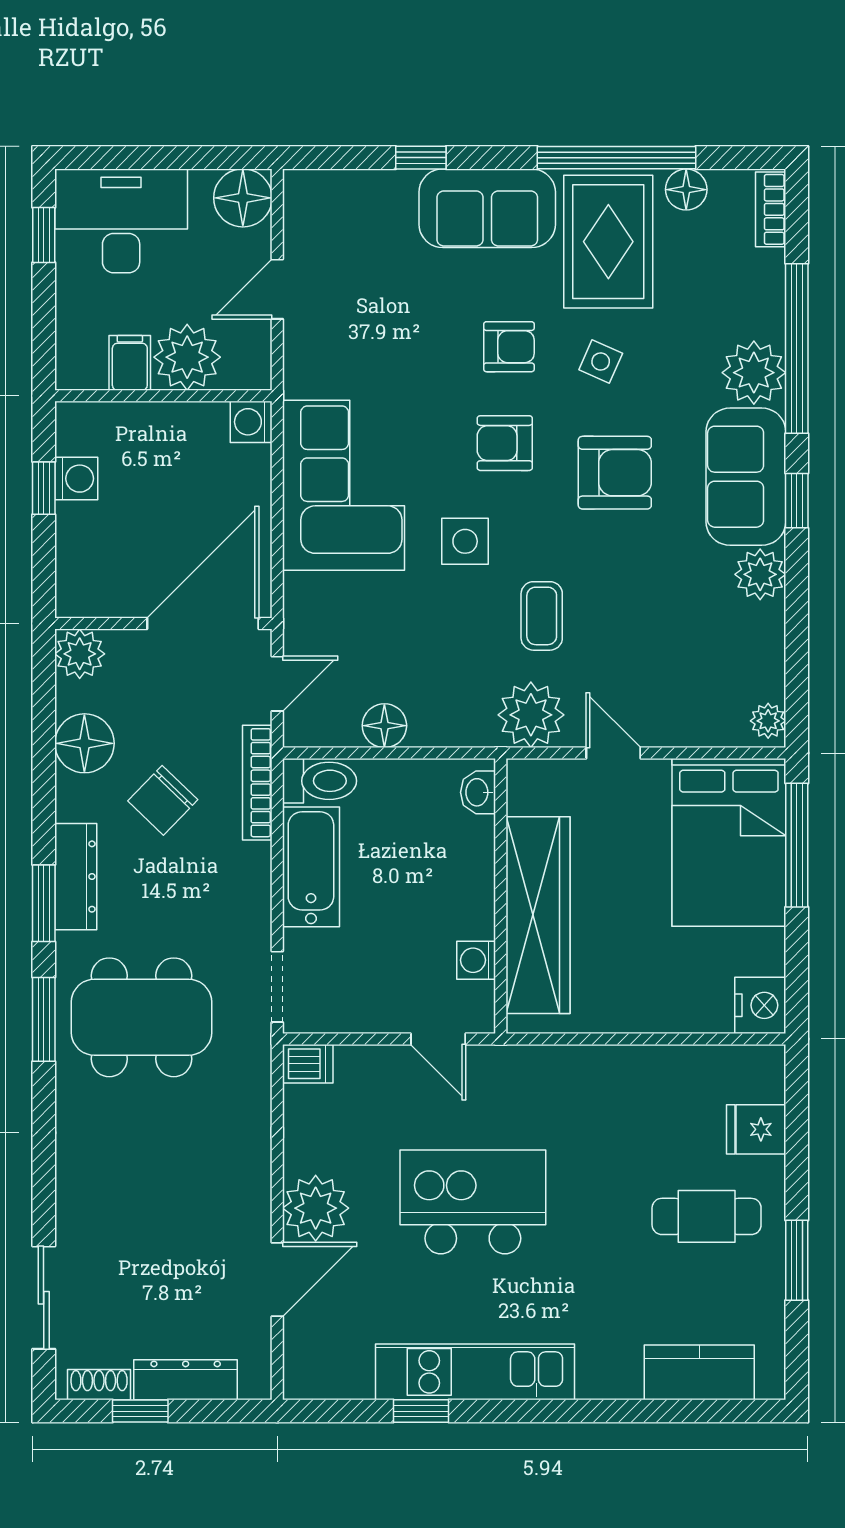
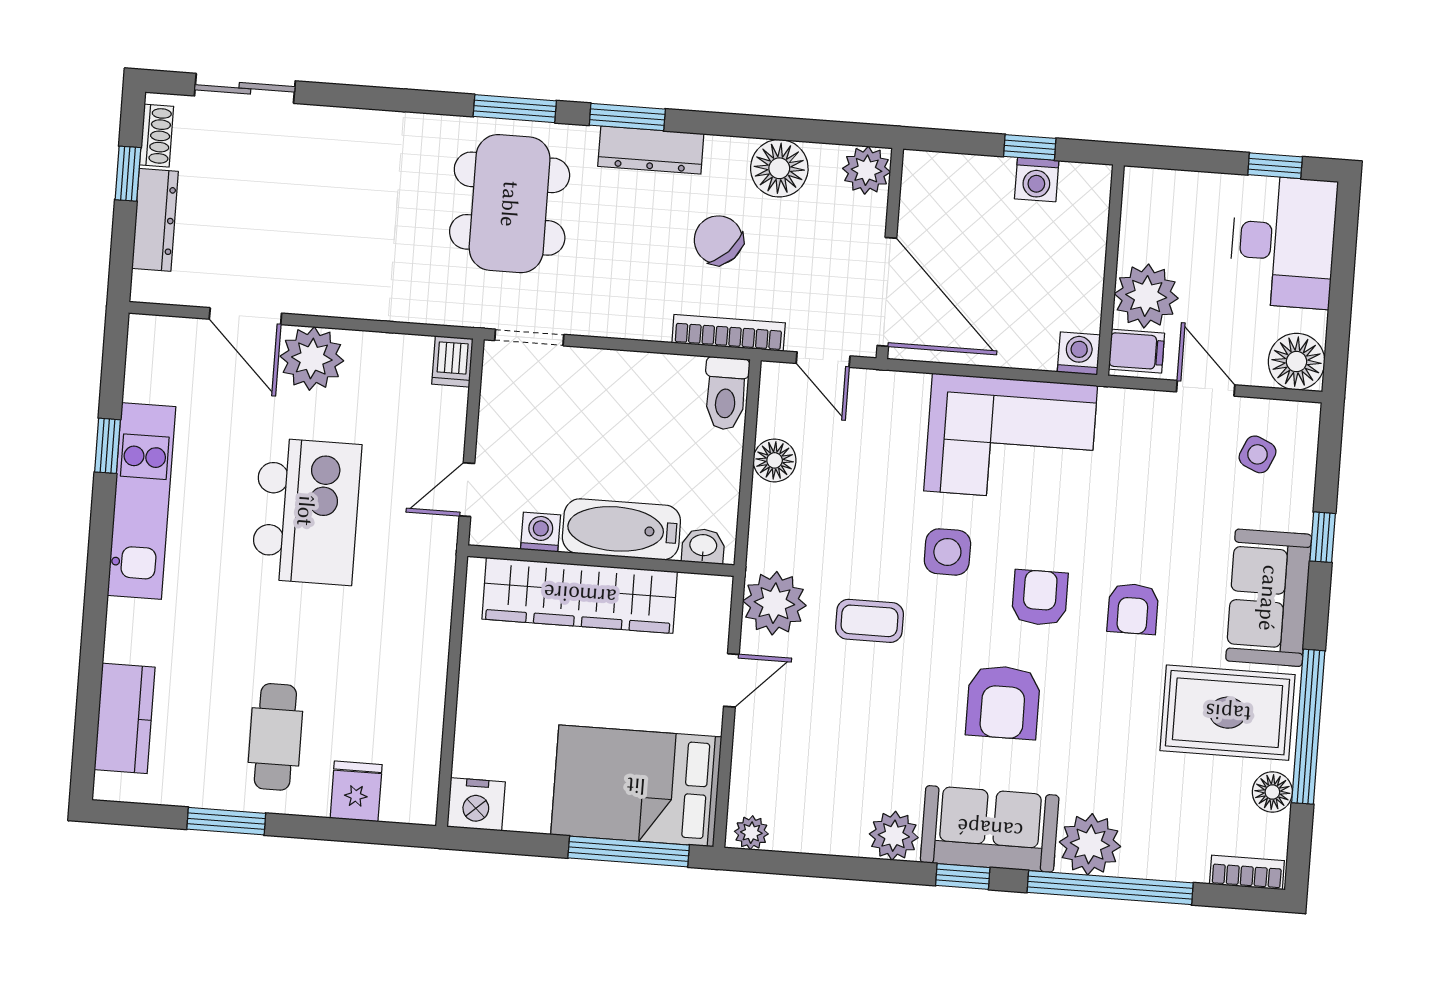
side table: (601, 361) -> (1257, 454), moved
filing cabinet: (130, 363) -> (1136, 351), moved
bathtub: (311, 867) -> (621, 529), moved, turned 180

